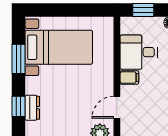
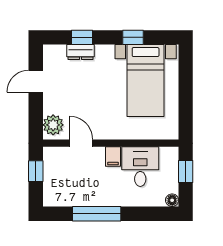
window: (19, 59) -> (133, 37), width x0.67

